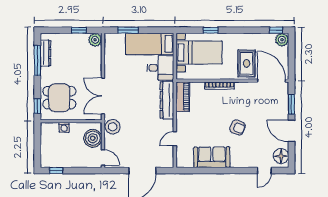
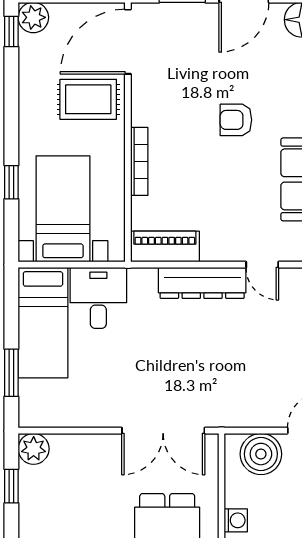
dresser: (167, 100) -> (202, 283), moved
stool: (113, 127) -> (234, 408), removed
armchair: (238, 127) -> (236, 120), turned -111

